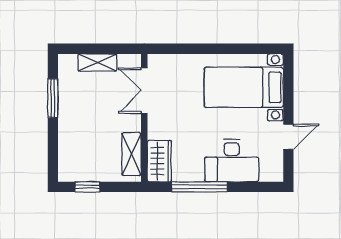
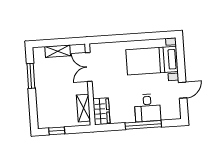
desk: (232, 161) -> (148, 108), width x0.73
window: (199, 187) -> (143, 125), moved

